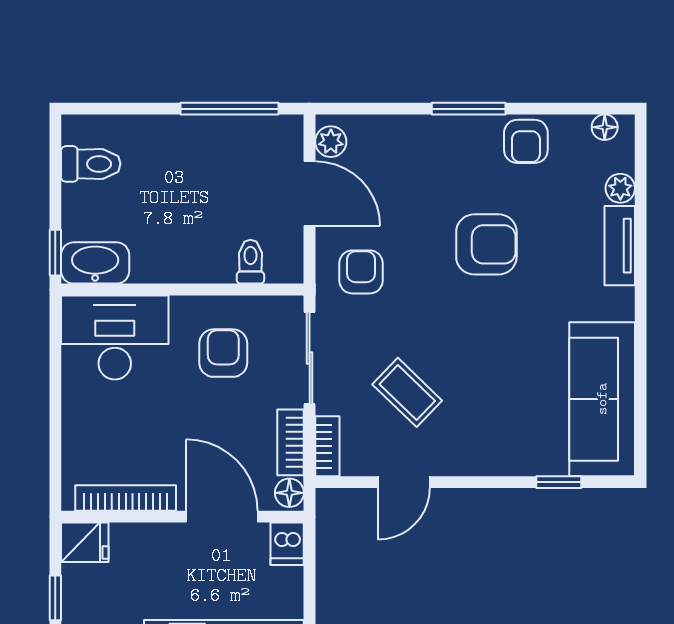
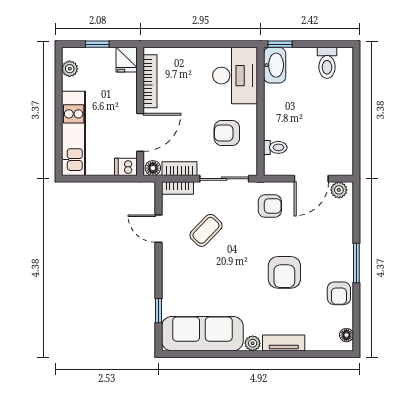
window: (229, 109) -> (356, 136), removed
armchair: (526, 141) -> (339, 293), turned -90
plant: (620, 188) -> (253, 343), moved
armchair: (223, 353) -> (227, 133), turned 180

